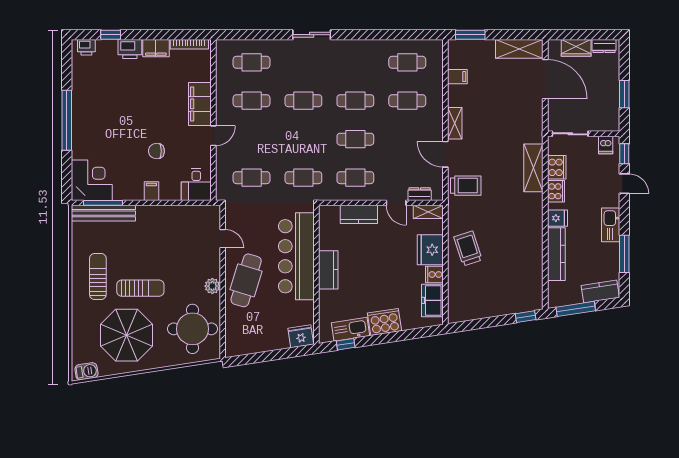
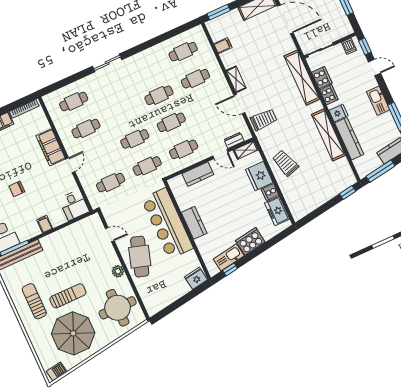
cafe table: (303, 101) -> (135, 139), moved
chair: (156, 151) -> (17, 189), moved
shelving: (533, 168) -> (302, 78), width x1.47
shelving: (534, 238) -> (328, 135), added

